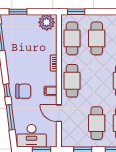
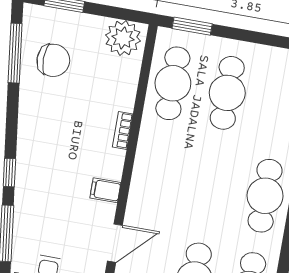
cafe table: (72, 81) -> (156, 177), removed
chair: (23, 91) -> (53, 60), moved
door: (59, 113) -> (115, 243), swing flipped

